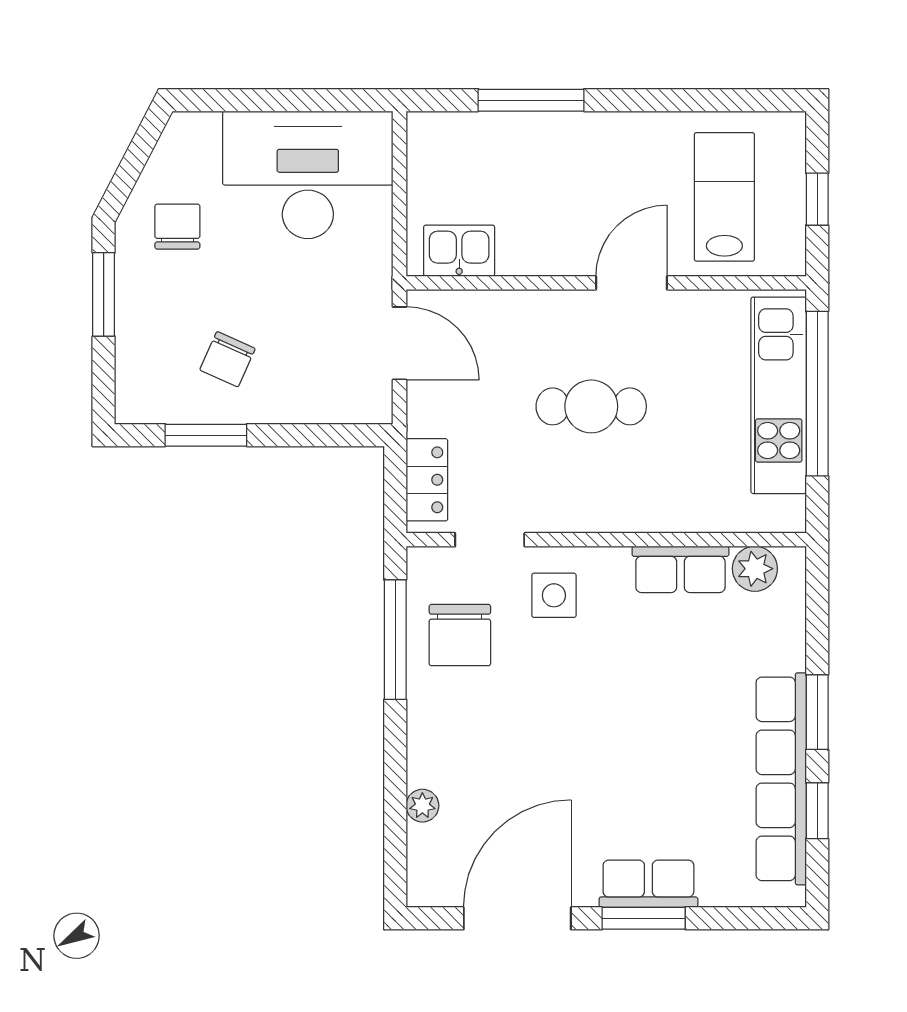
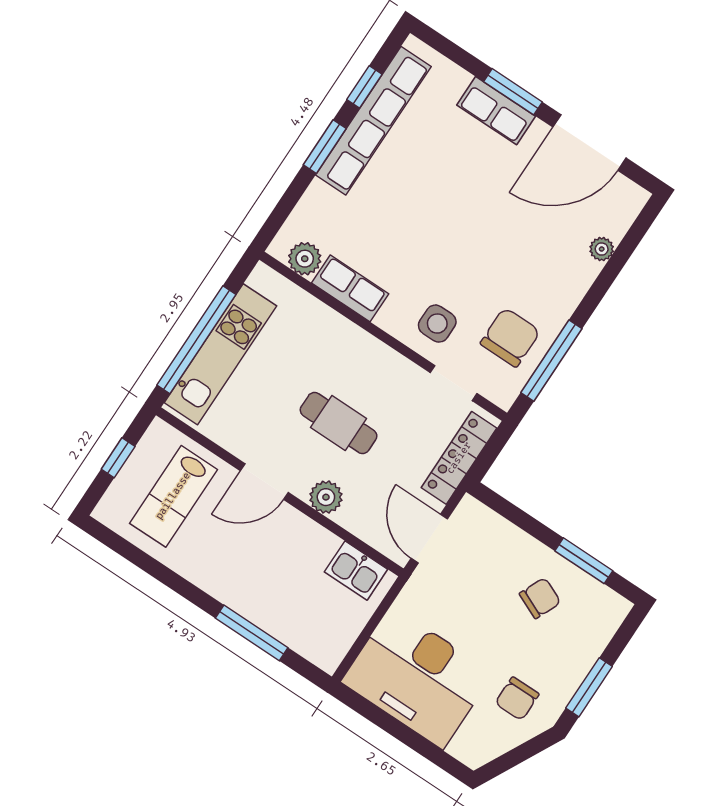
plant: (549, 312) -> (326, 497), added
locker: (427, 480) -> (459, 458), width x1.53

